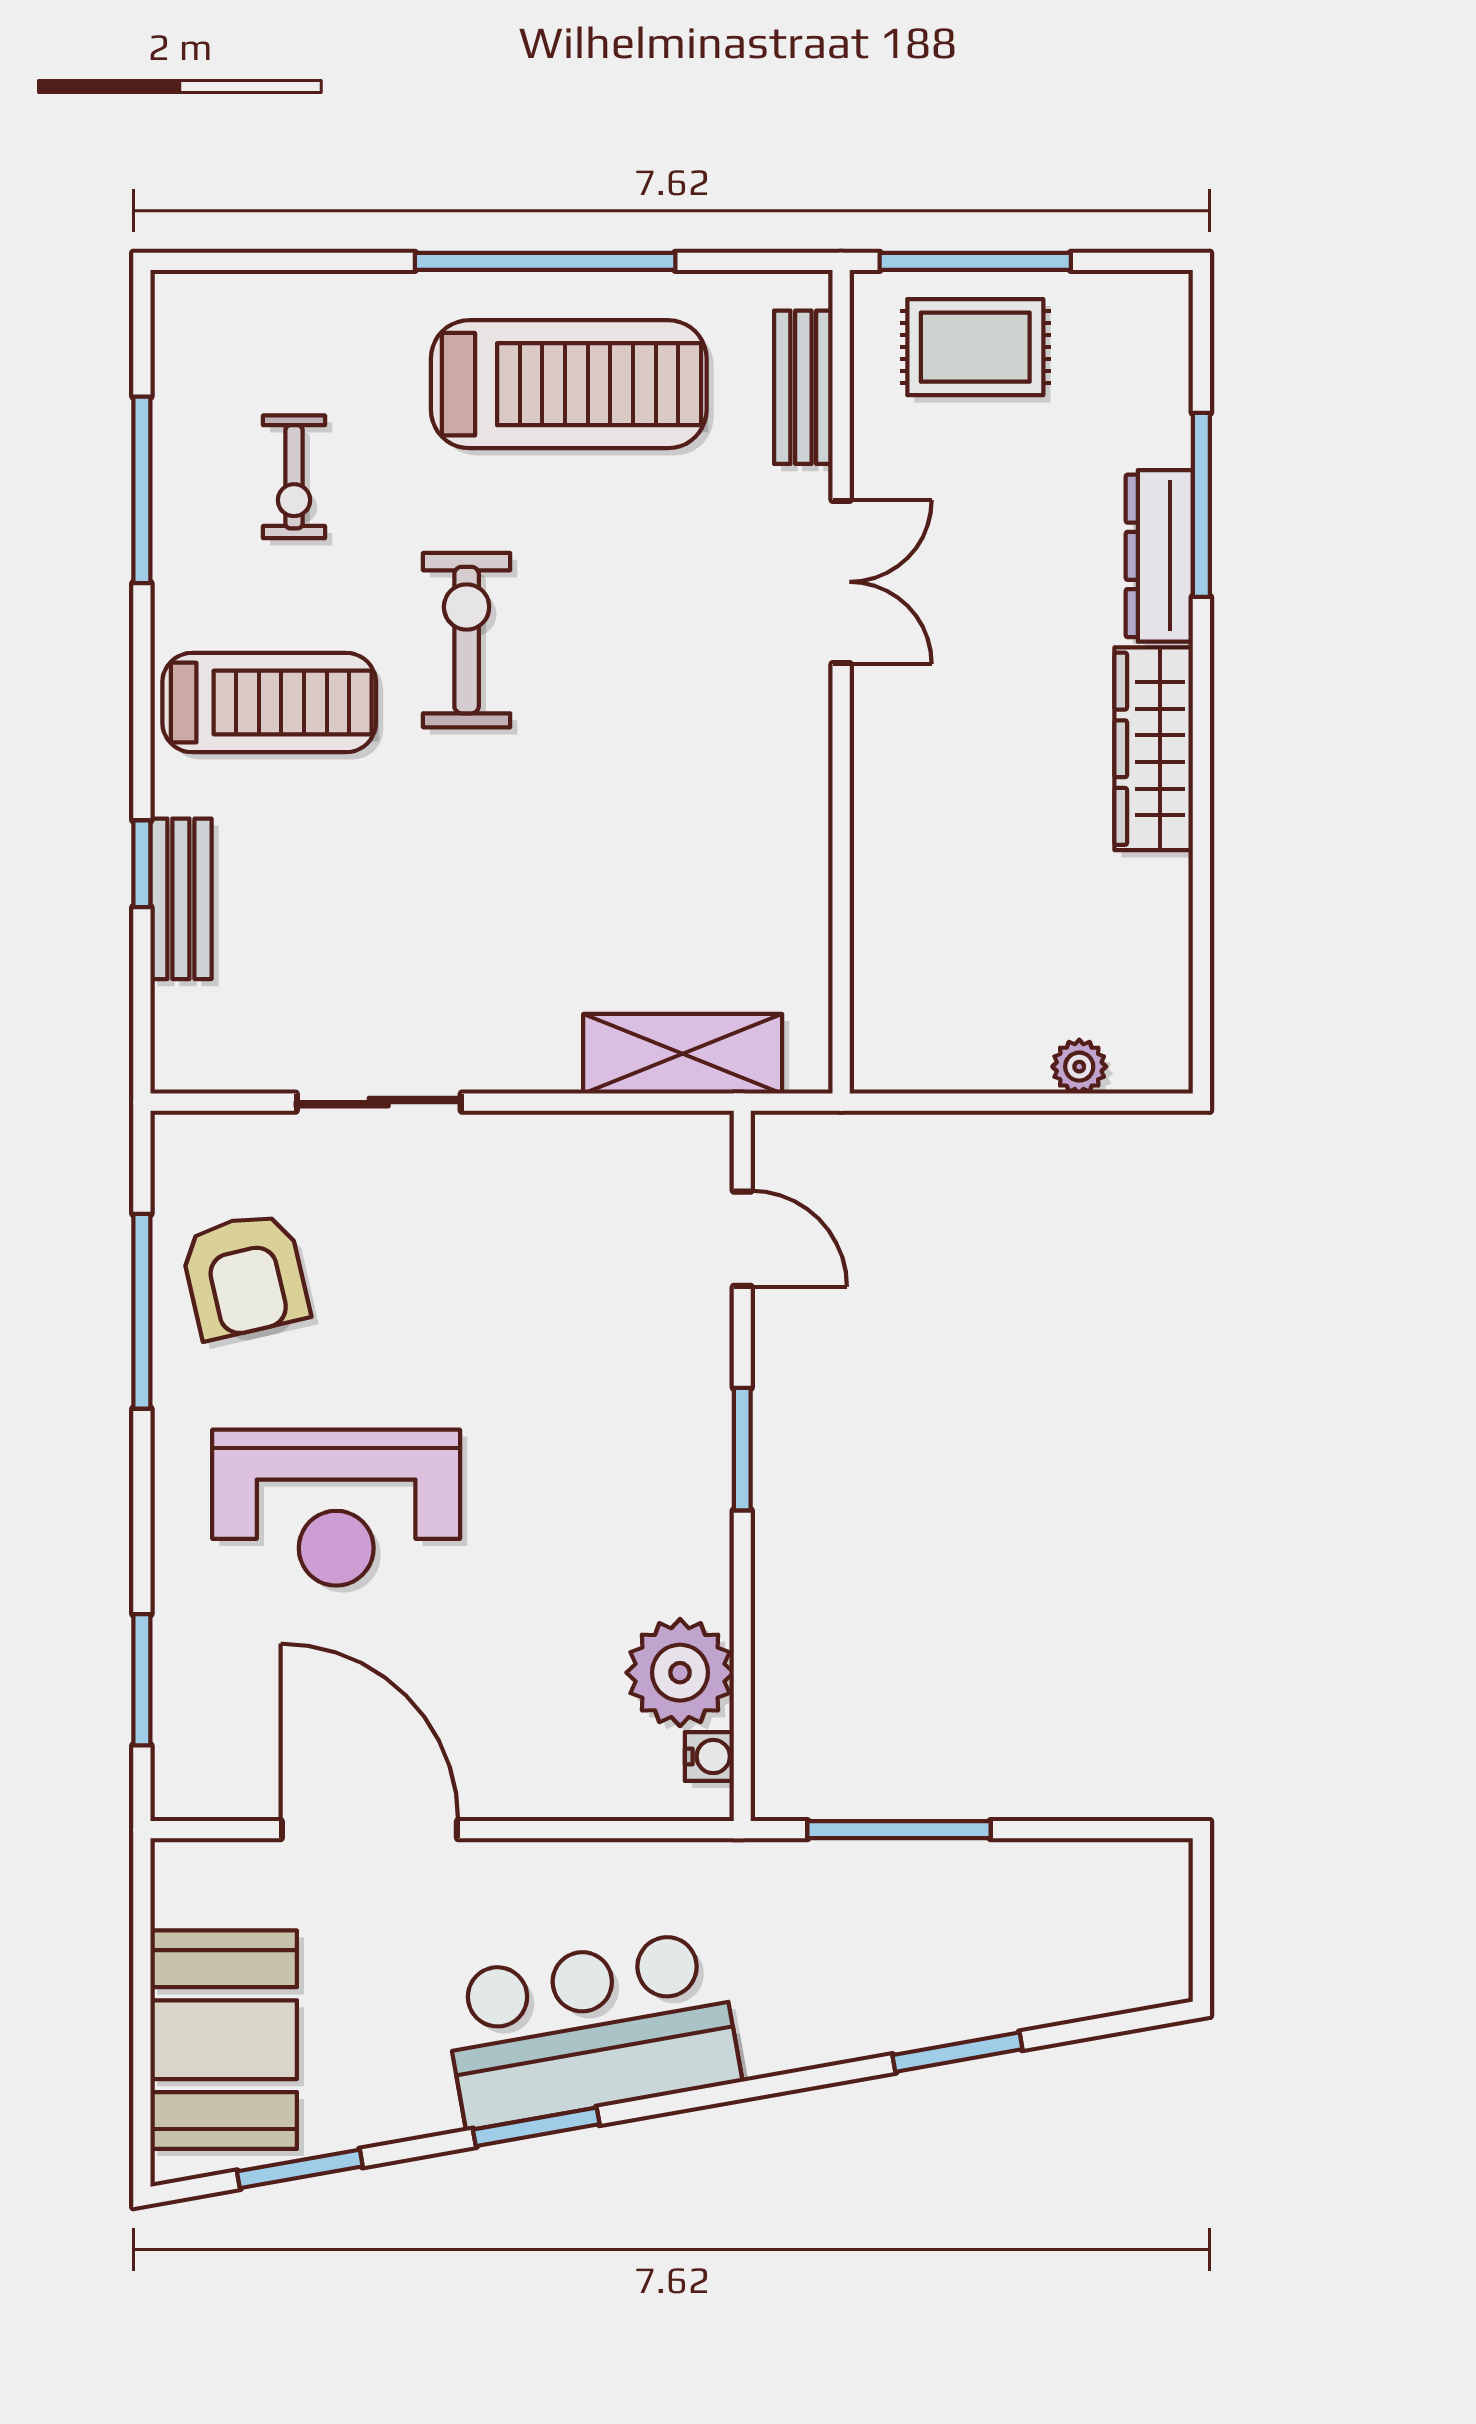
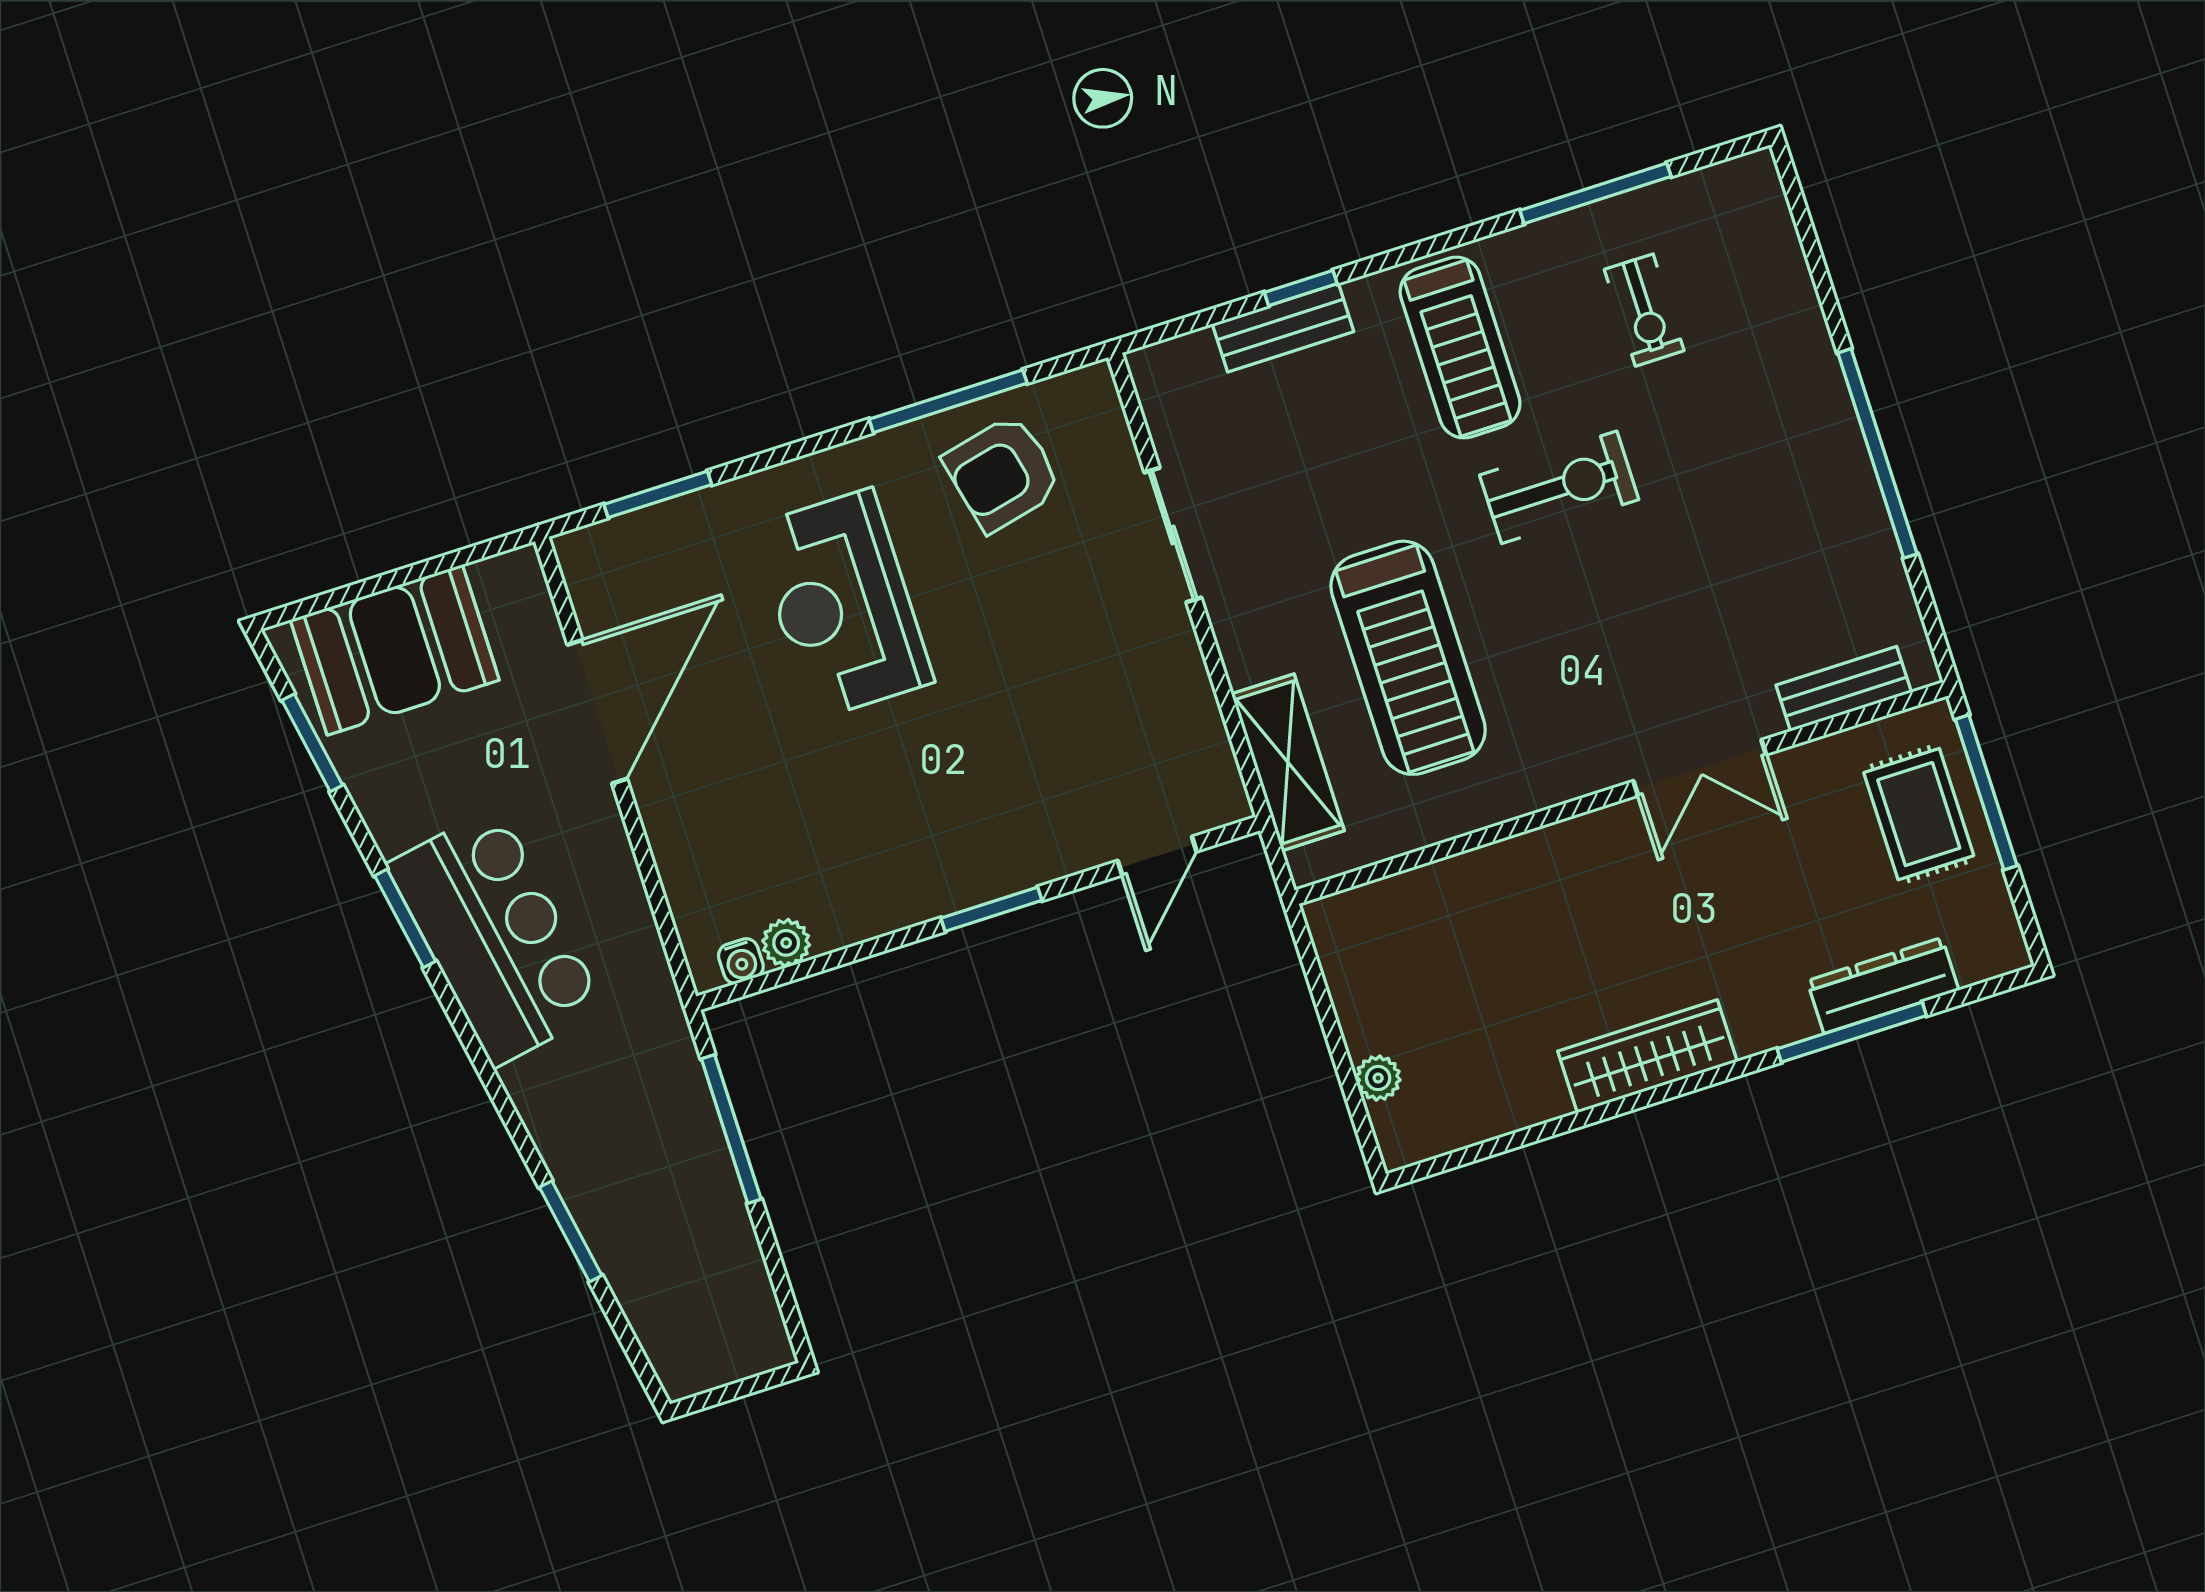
treadmill: (569, 384) -> (1408, 658), moved
exercise bike: (294, 477) -> (1644, 310), turned -90
dresser: (1159, 556) -> (1883, 986), moved
plant: (680, 1673) -> (786, 943), width x0.53, depth x0.53

